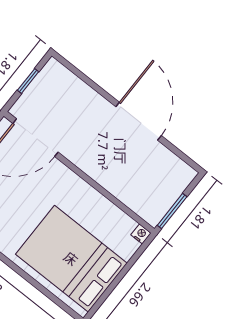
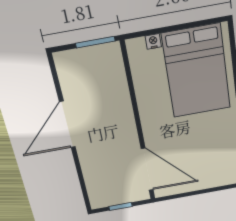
nightstand: (141, 234) -> (153, 41), moved, turned 90

